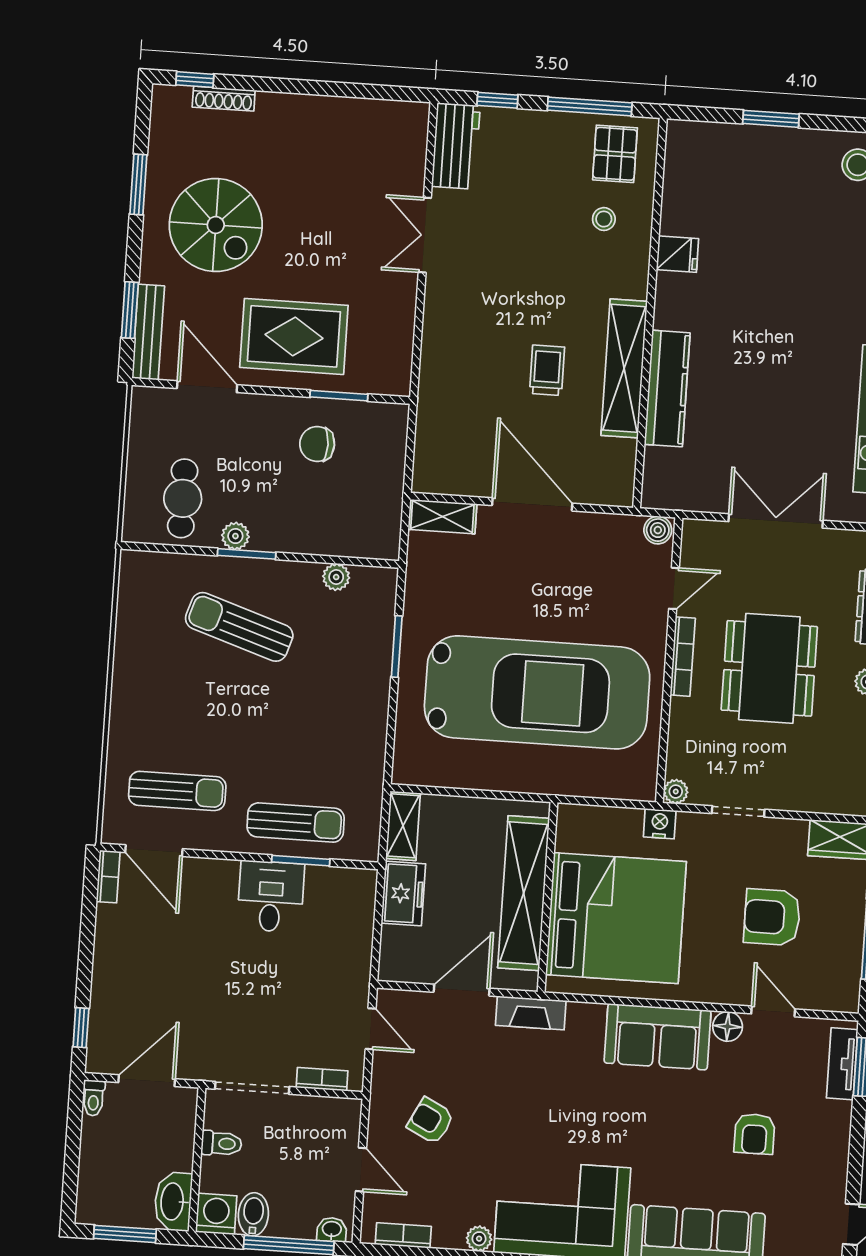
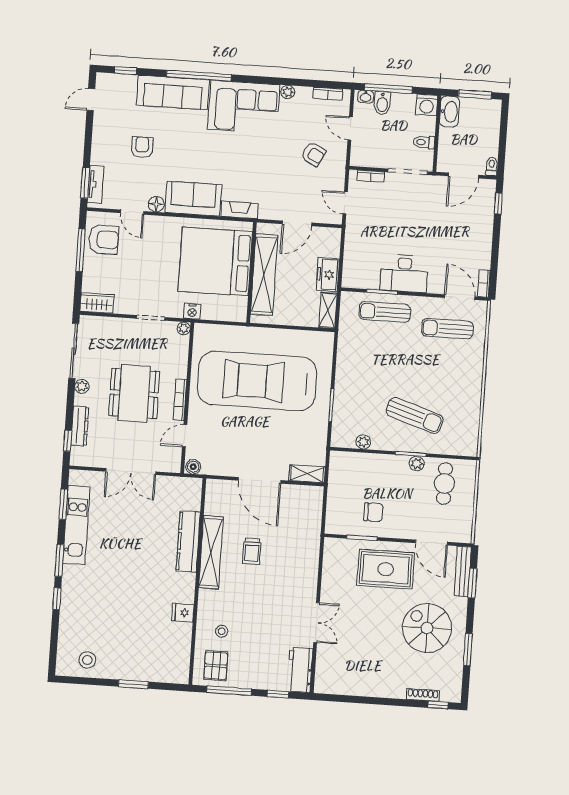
desk: (271, 896) -> (404, 273), width x1.37
armchair: (772, 917) -> (104, 239), moved
fireplace: (531, 1013) -> (240, 210), moved
bidet: (253, 1214) -> (382, 103), moved

